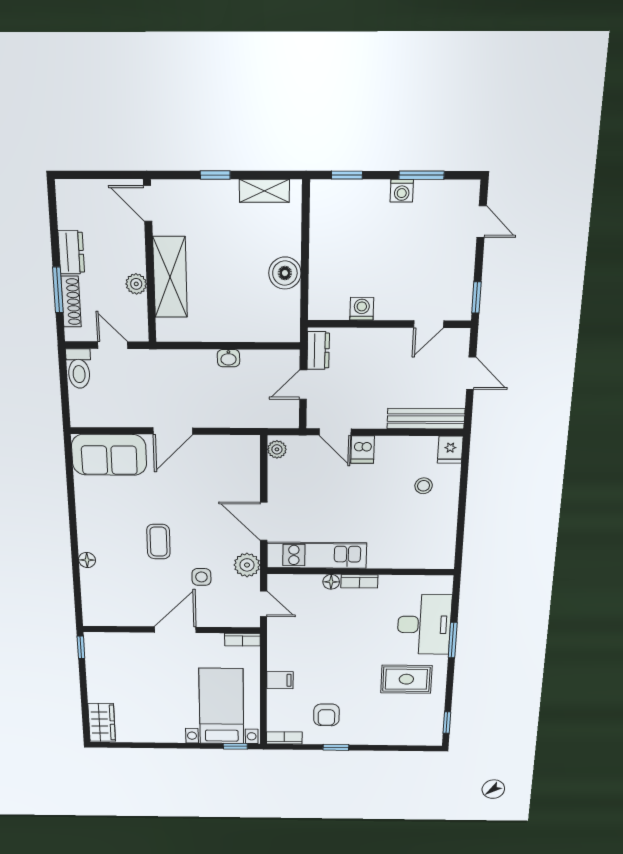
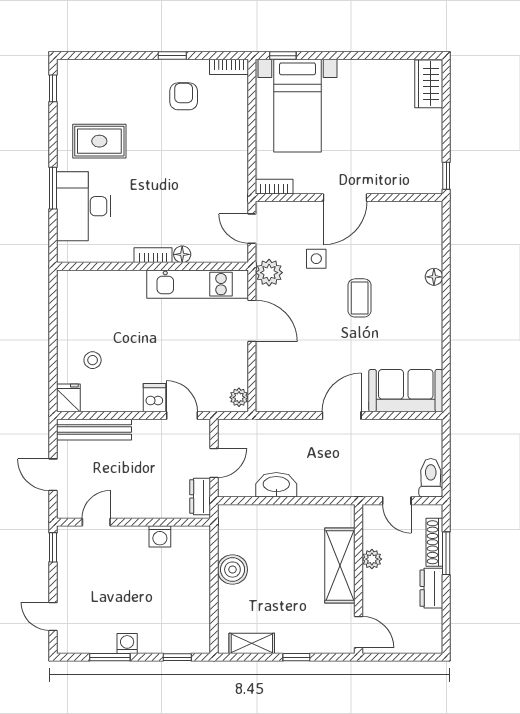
washbasin: (228, 358) -> (276, 485), width x1.91, depth x1.45
filing cabinet: (280, 680) -> (234, 138), removed

